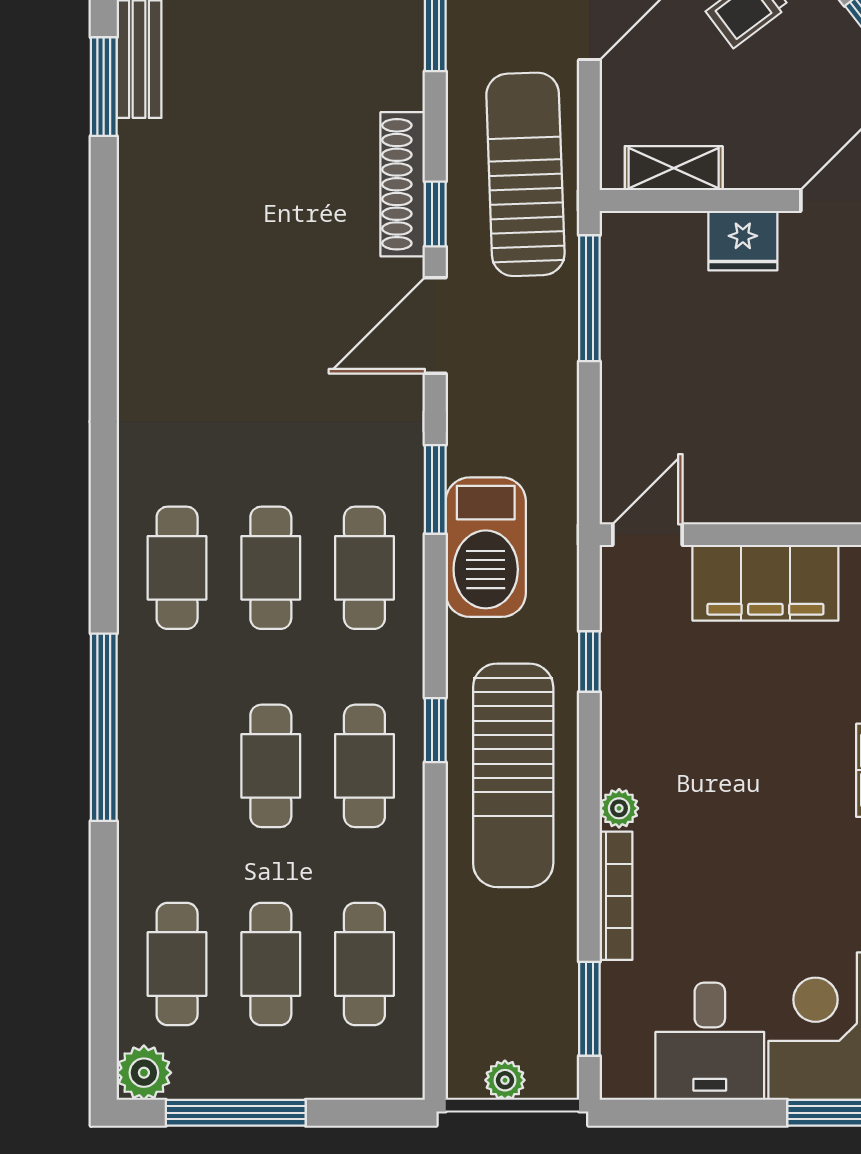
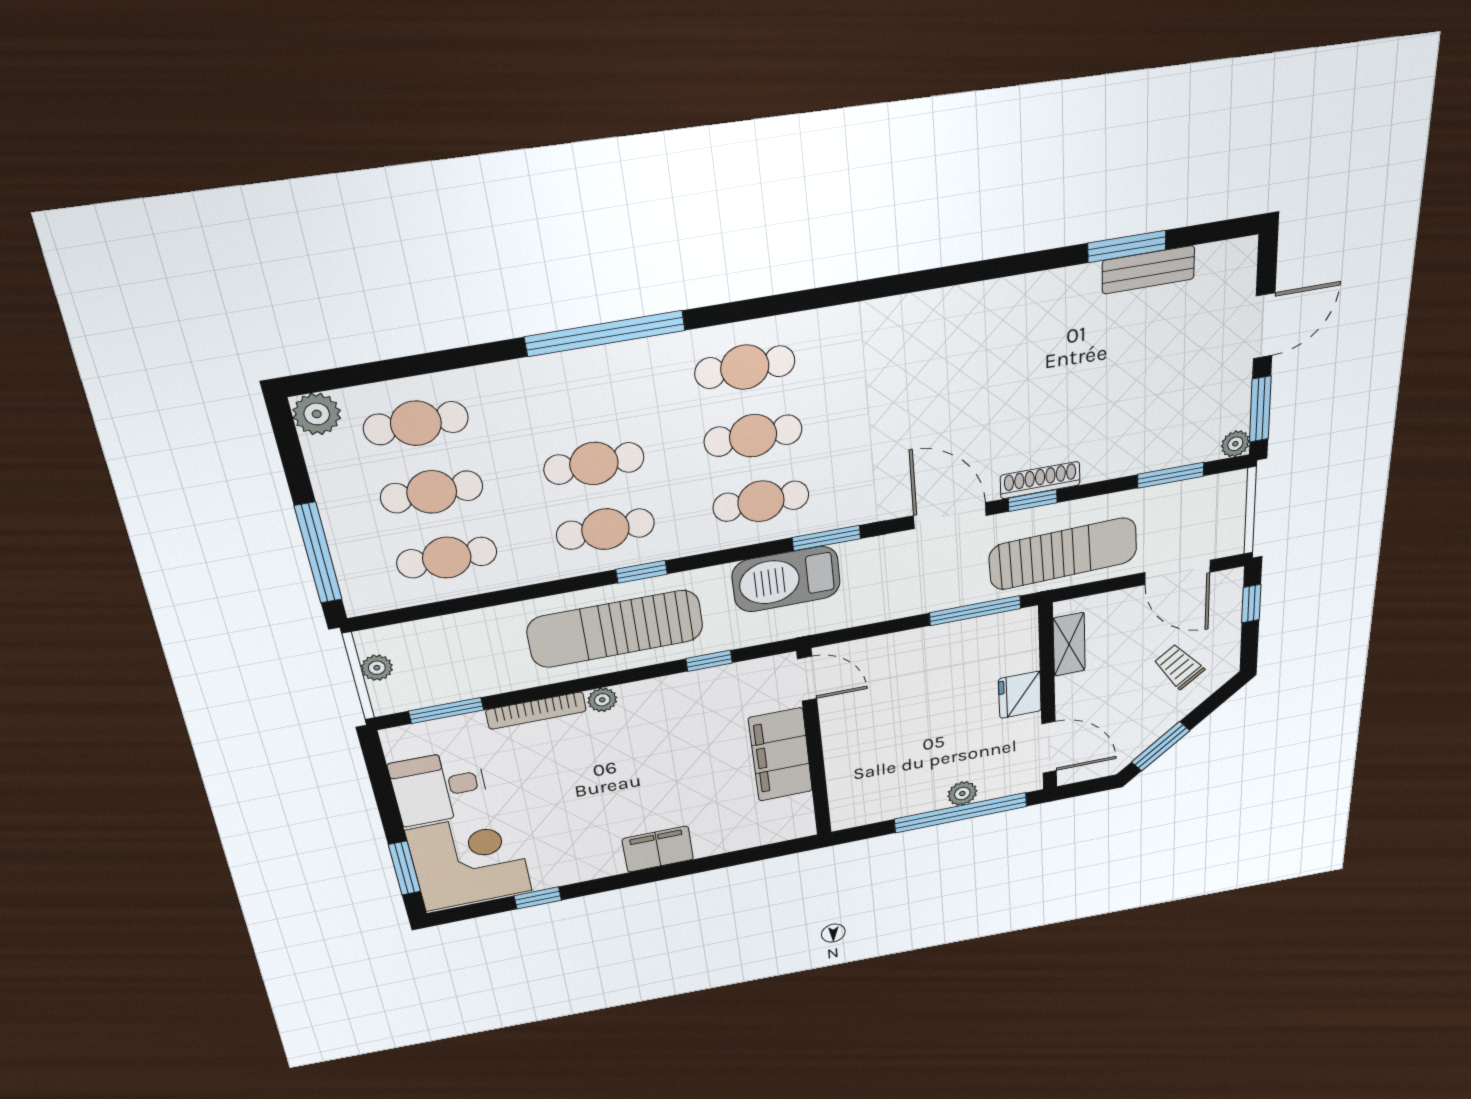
shoe rack: (403, 184) -> (1040, 480), width x0.74, depth x0.81
window: (236, 1113) -> (318, 553), moved

